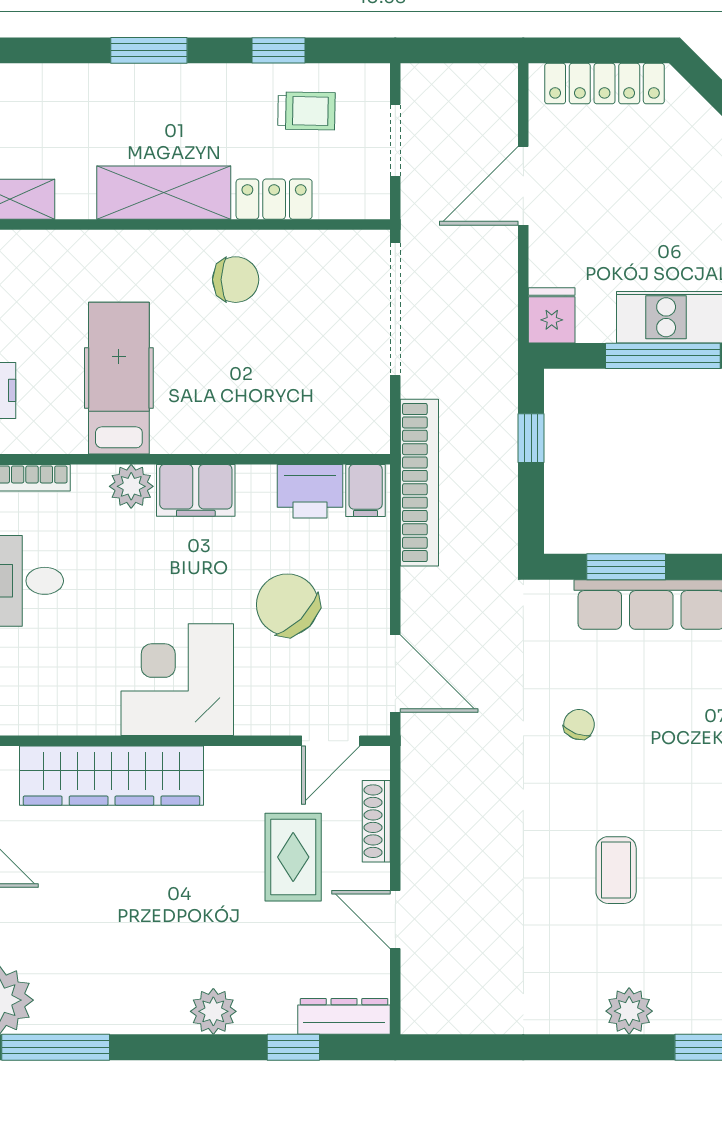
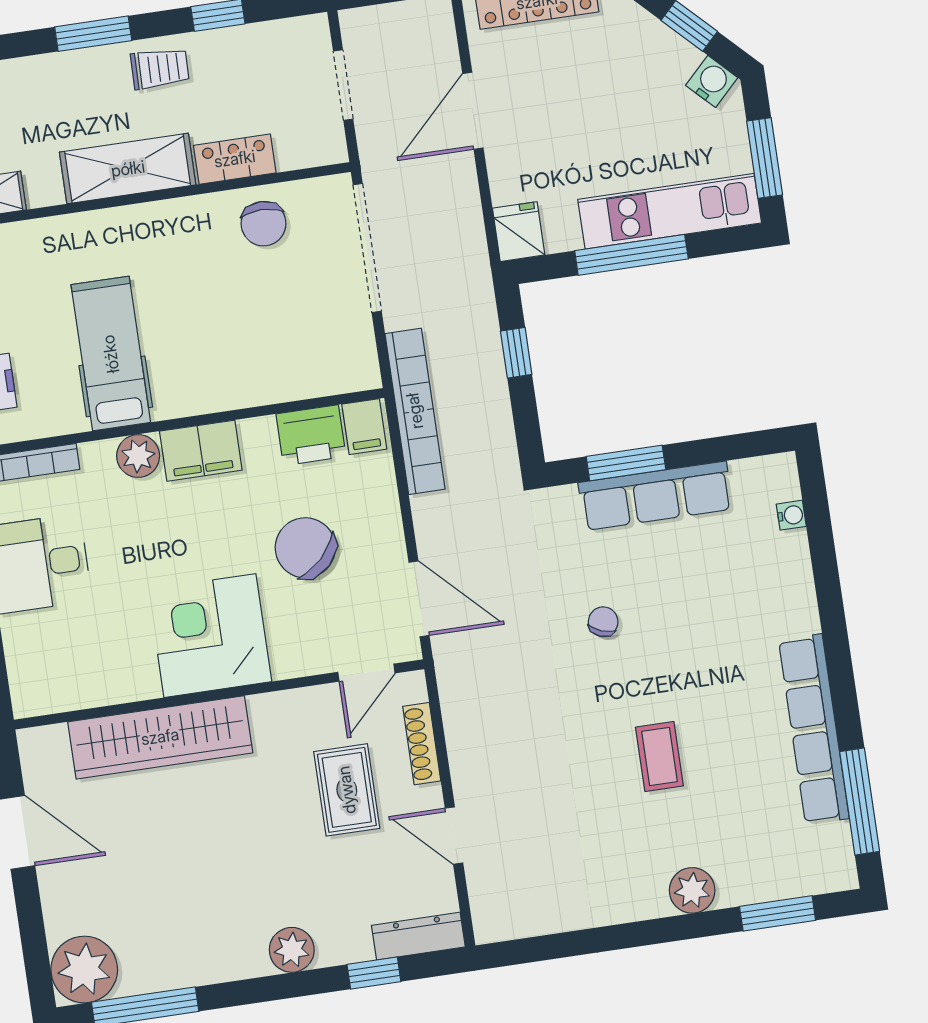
trolley: (306, 111) -> (160, 68), moved
chair: (236, 280) -> (264, 224), moved, turned 90

